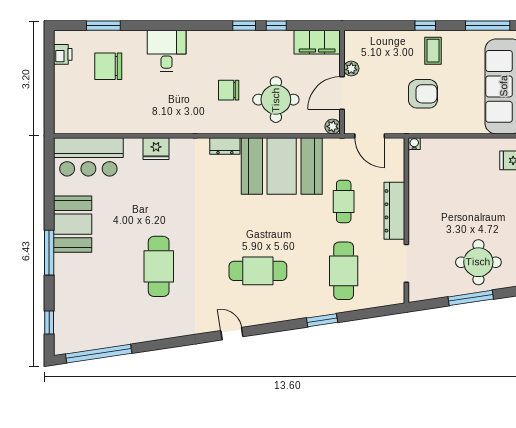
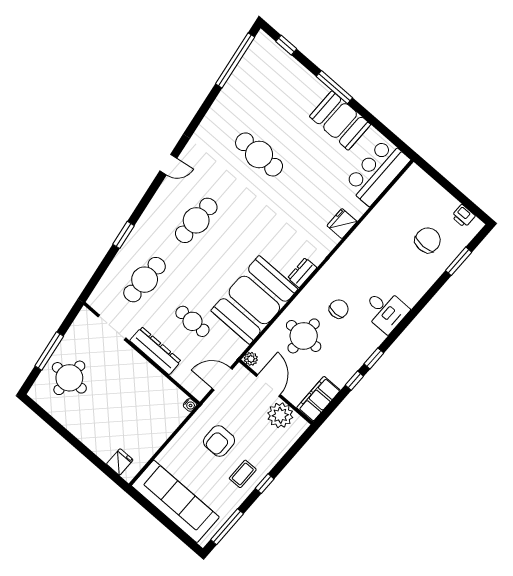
desk: (167, 51) -> (385, 310), moved
coffee table: (433, 51) -> (243, 474), turned 90
plant: (351, 69) -> (280, 415), width x1.88, depth x1.88
cafe table: (344, 271) -> (145, 280), turned 90

